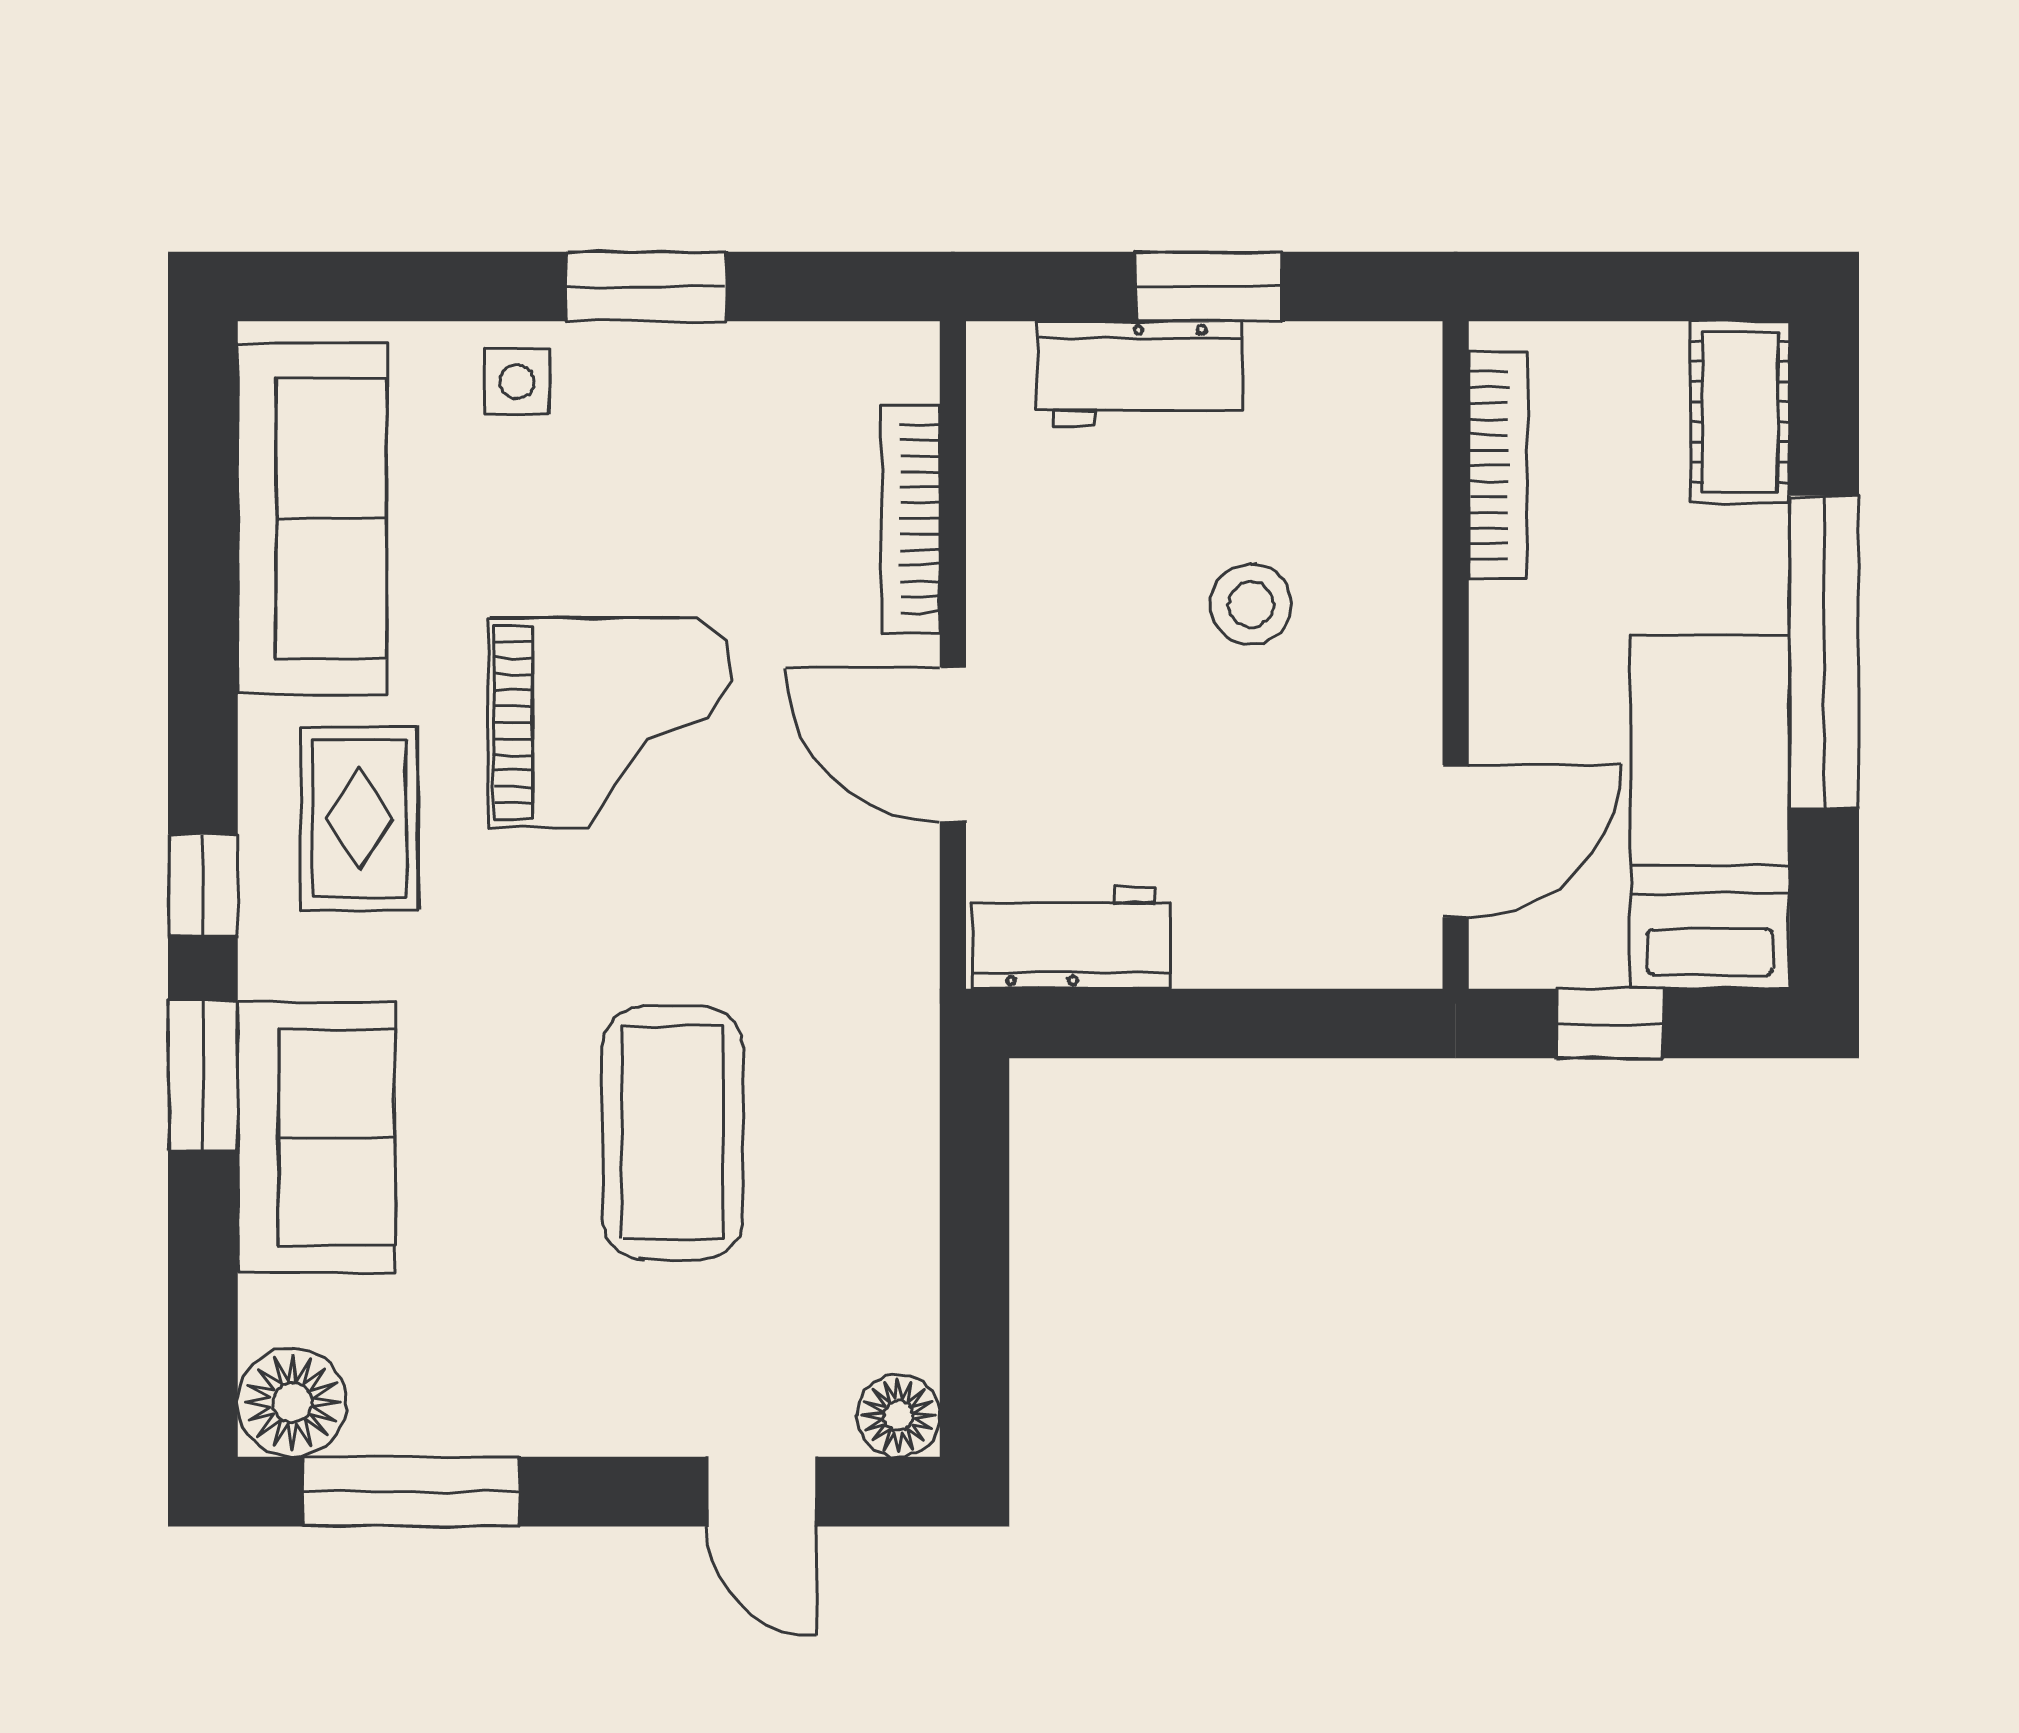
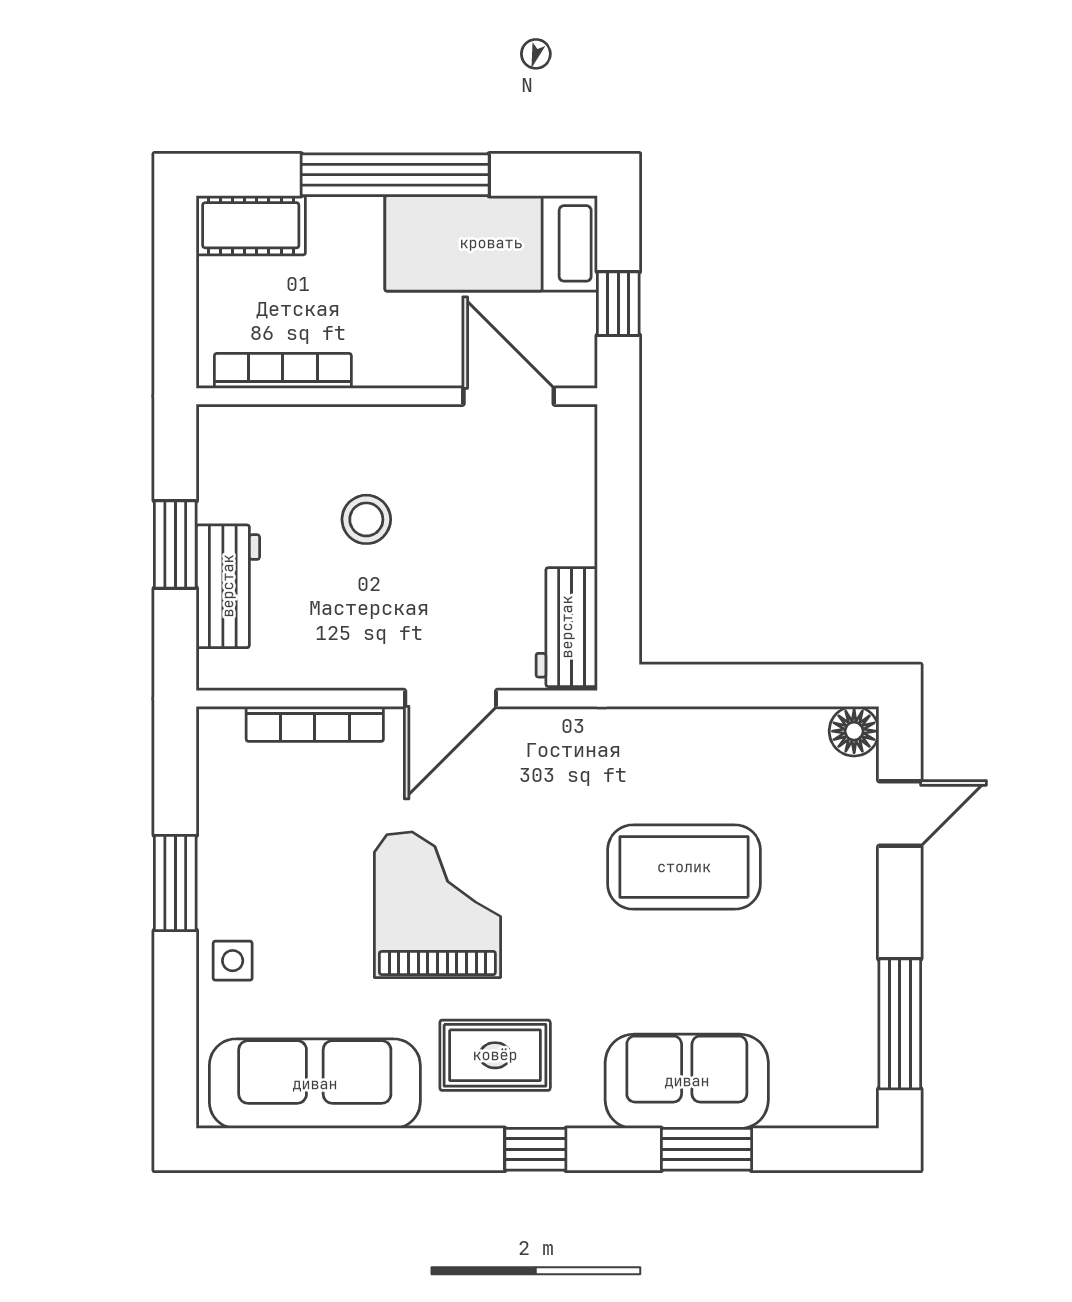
window: (203, 1075) -> (706, 1149), moved
floor lamp: (292, 1402) -> (846, 1096), removed

